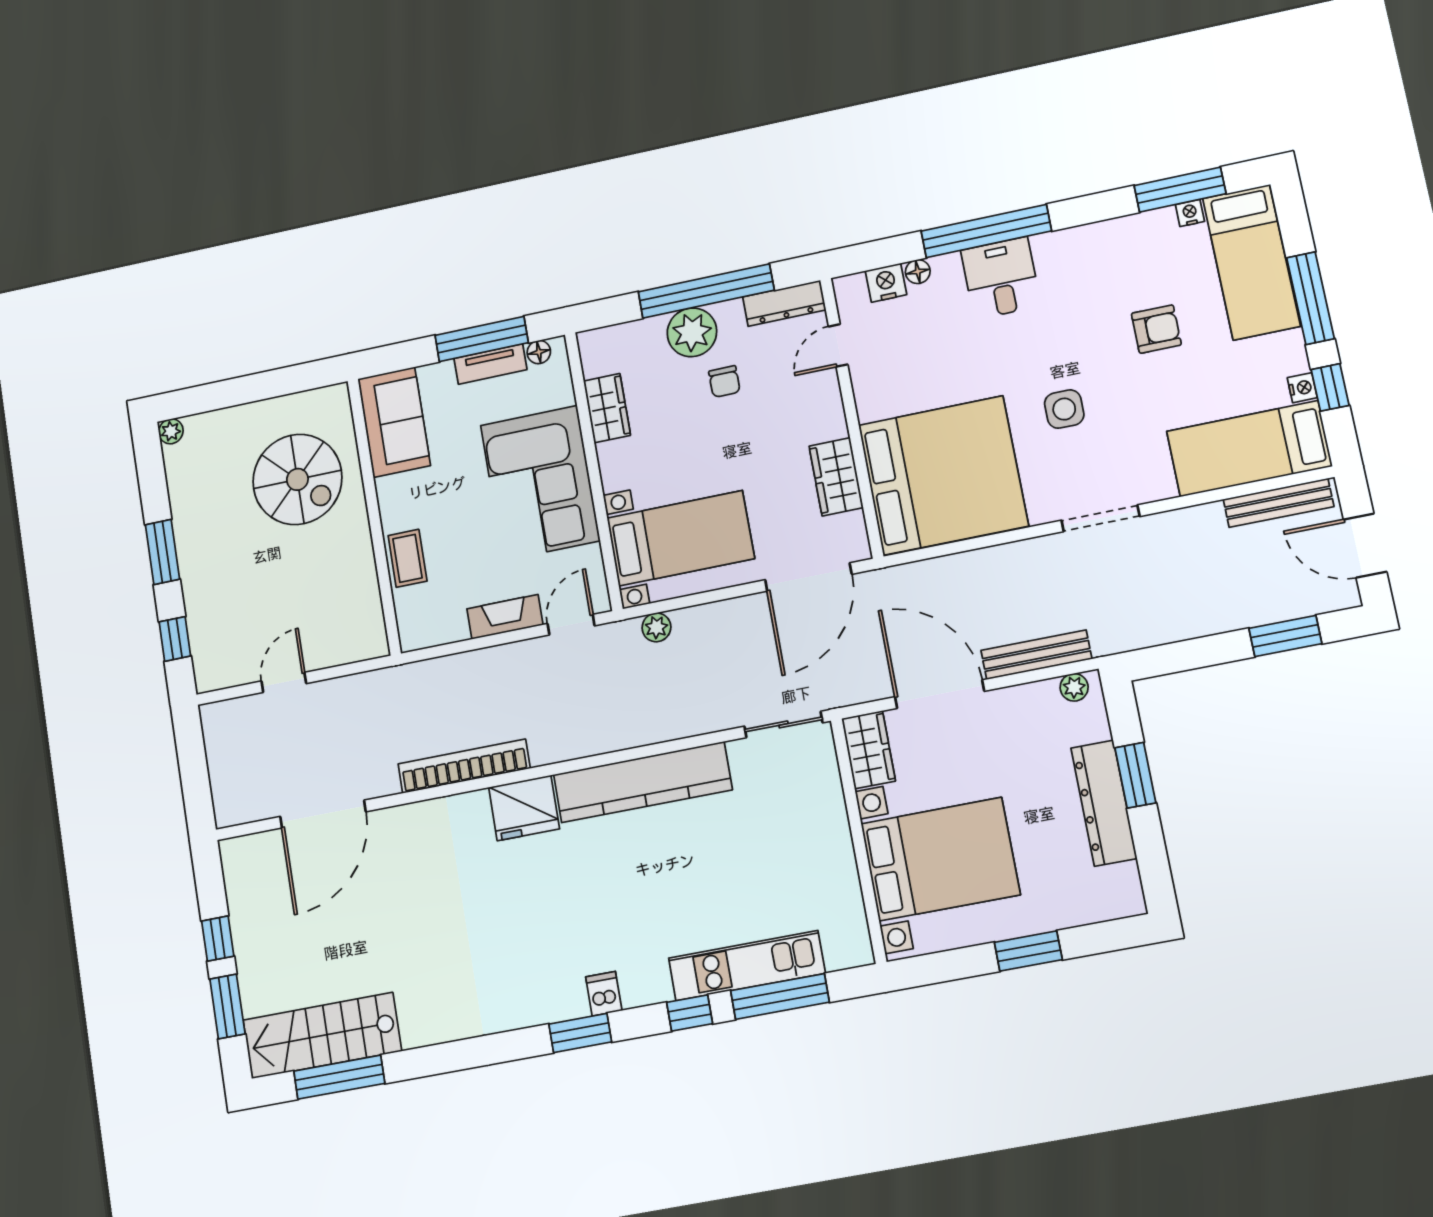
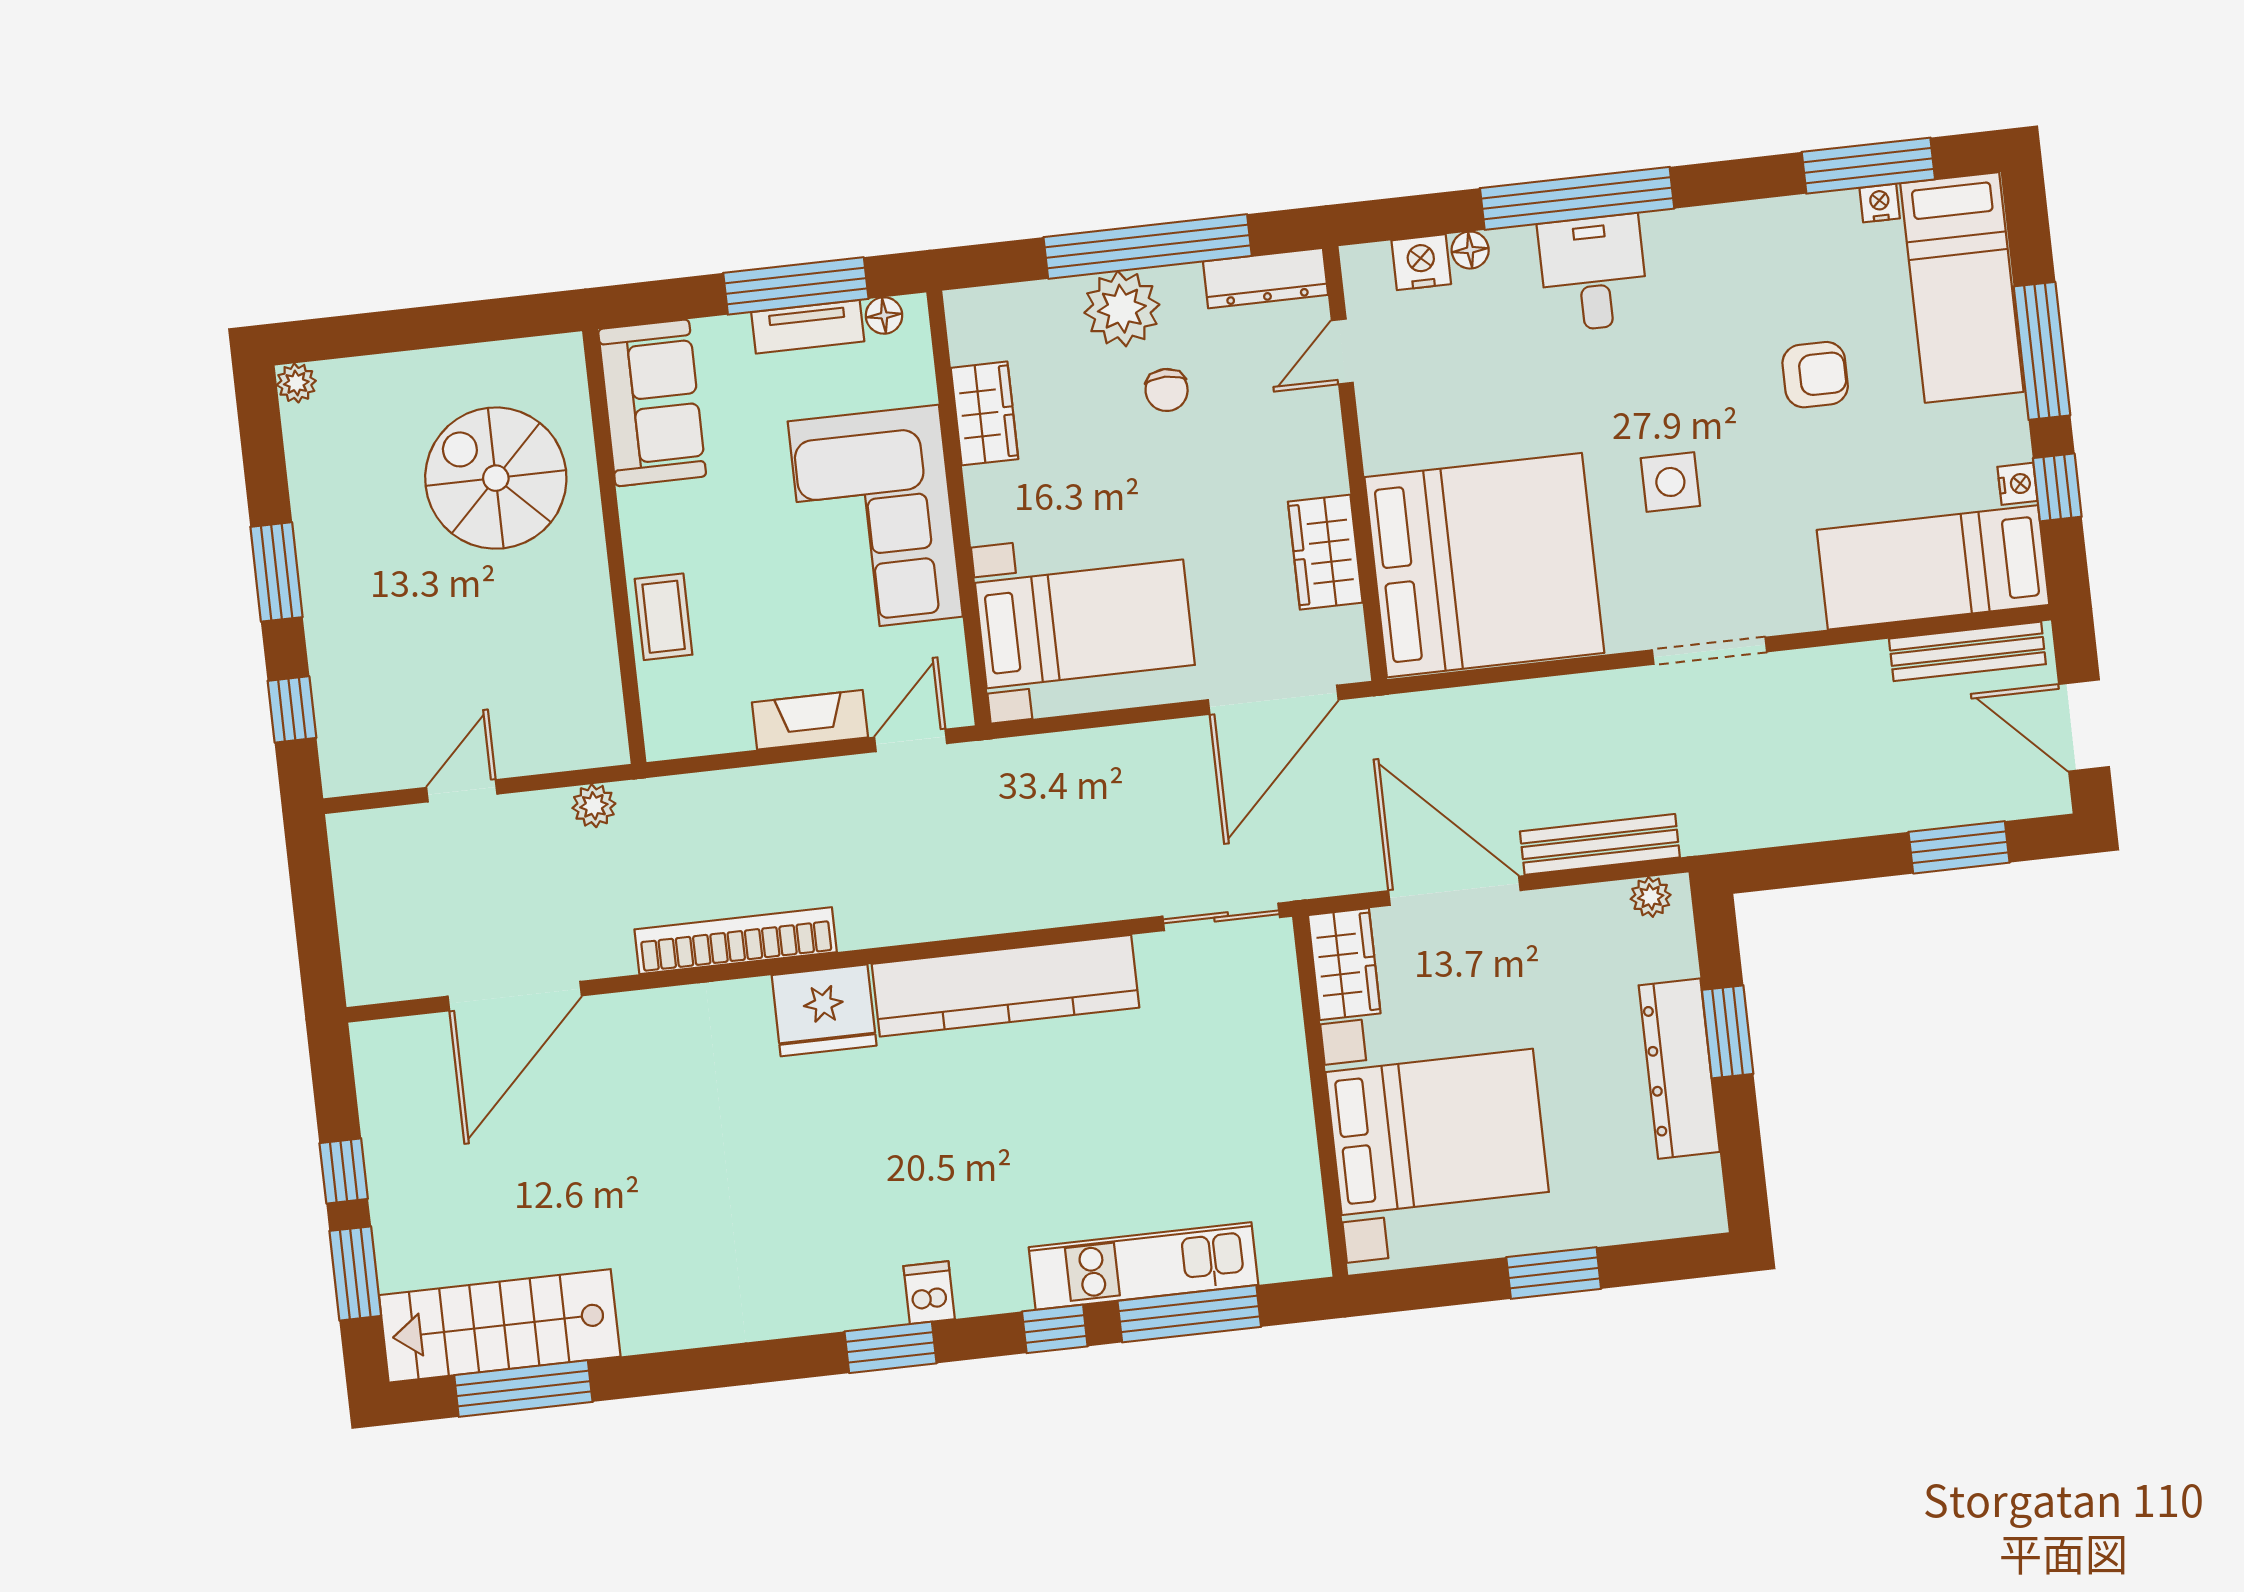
spiral stairs: (297, 479) -> (496, 478), turned 180
plant: (656, 627) -> (594, 806), moved

